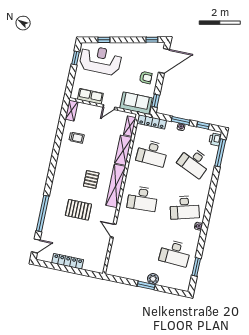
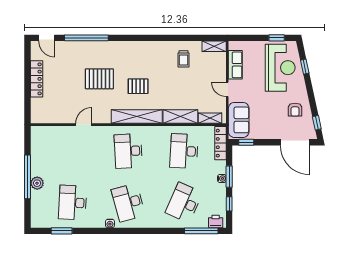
armchair: (146, 78) -> (295, 110), moved
pallet: (78, 210) -> (99, 79), turned 90
window: (146, 285) -> (28, 177), width x2.11

